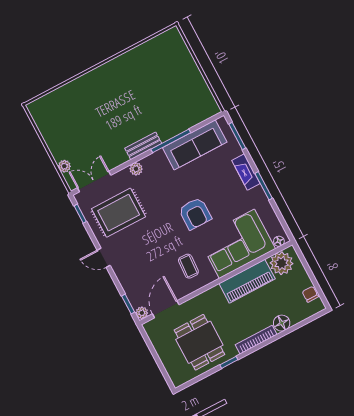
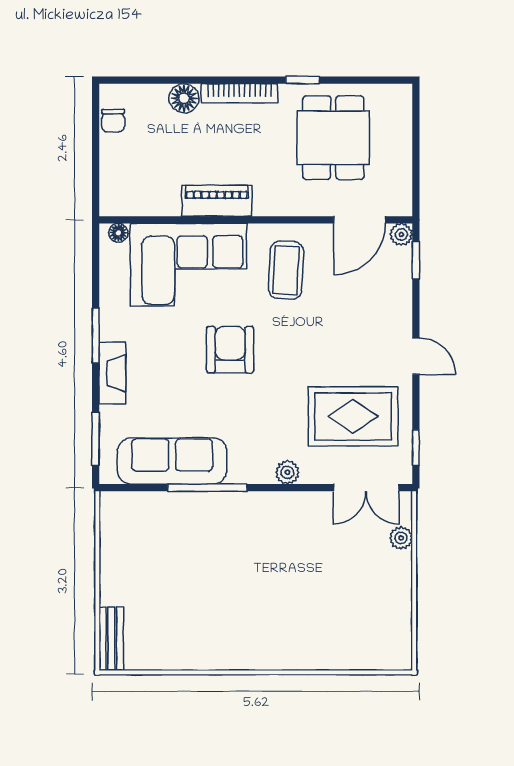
bench: (143, 146) -> (111, 639), moved, turned 90
plant: (282, 263) -> (133, 195), removed
coffee table: (188, 266) -> (286, 270), width x1.36, depth x1.30
piano: (247, 281) -> (217, 201), width x0.73, depth x0.75

